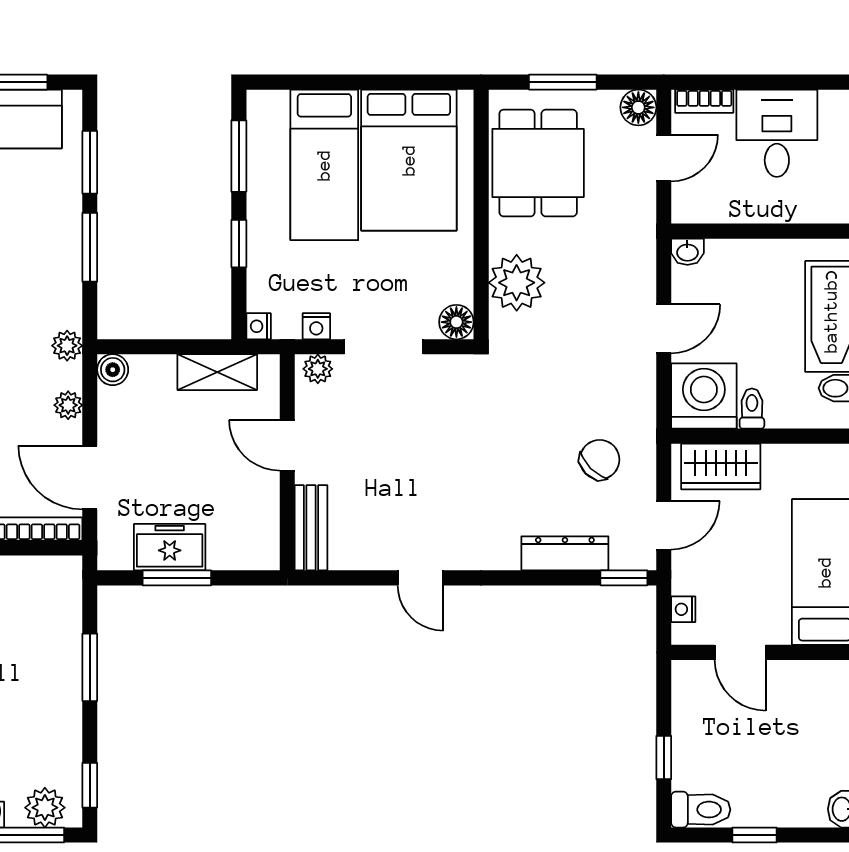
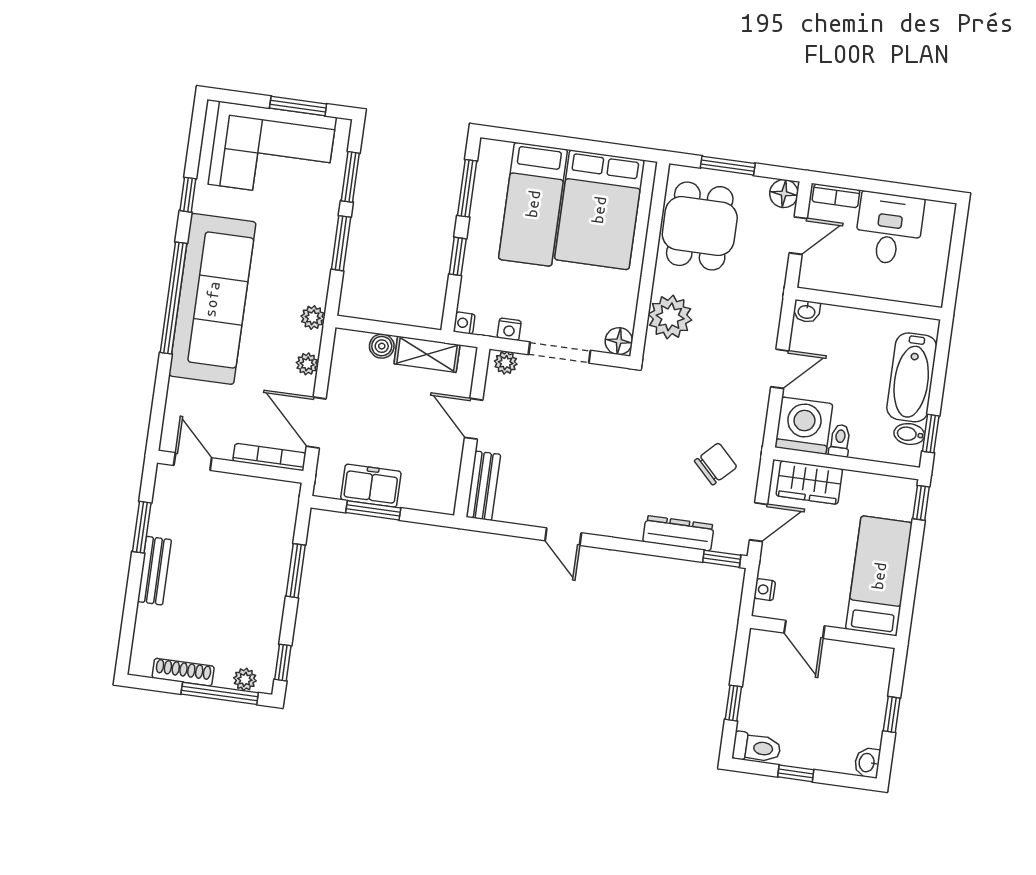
boiler: (113, 370) -> (382, 346), moved
plant: (45, 808) -> (245, 679), width x0.73, depth x0.73

